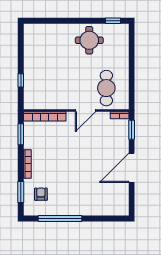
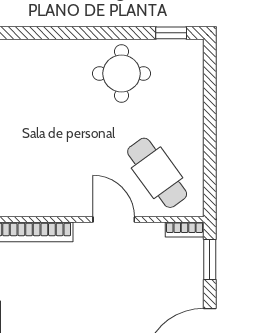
cafe table: (106, 88) -> (157, 173), turned -36
door: (85, 110) -> (114, 219), swing flipped

